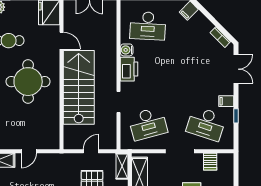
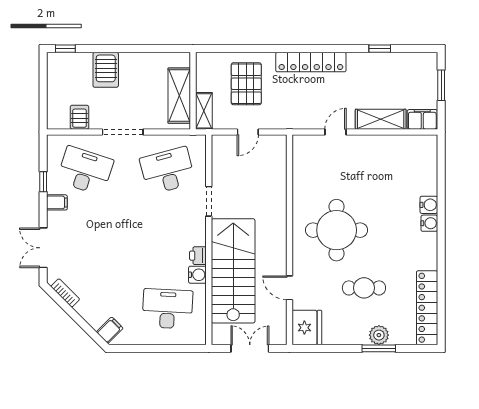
printer: (129, 69) -> (198, 256), width x0.53, depth x0.68
stairs: (79, 87) -> (233, 271), moved, turned 180

